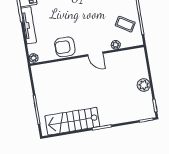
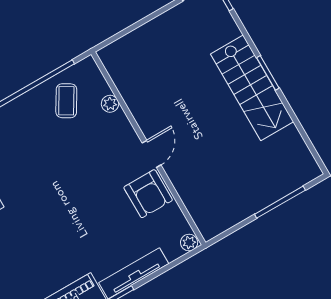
door: (95, 54) -> (152, 154), moved
plant: (144, 85) -> (163, 26), removed
stairs: (72, 121) -> (252, 88), moved

